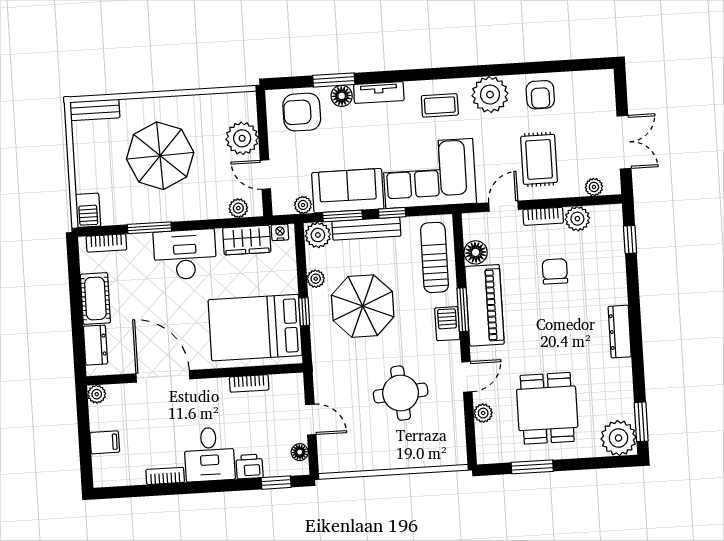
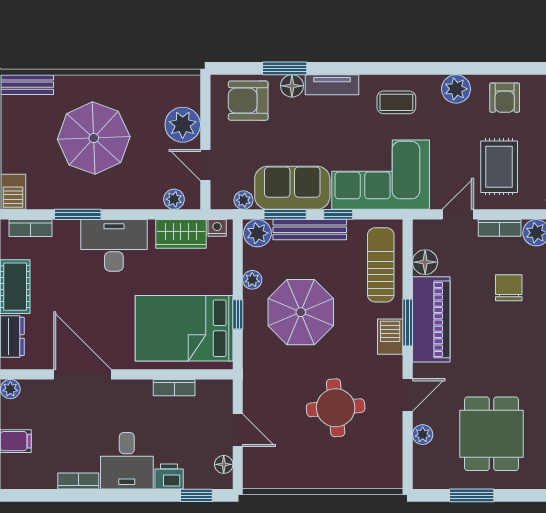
plant: (490, 95) -> (456, 89), width x0.73, depth x0.73

